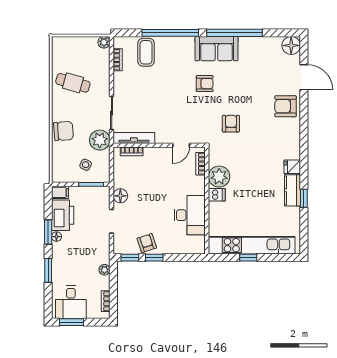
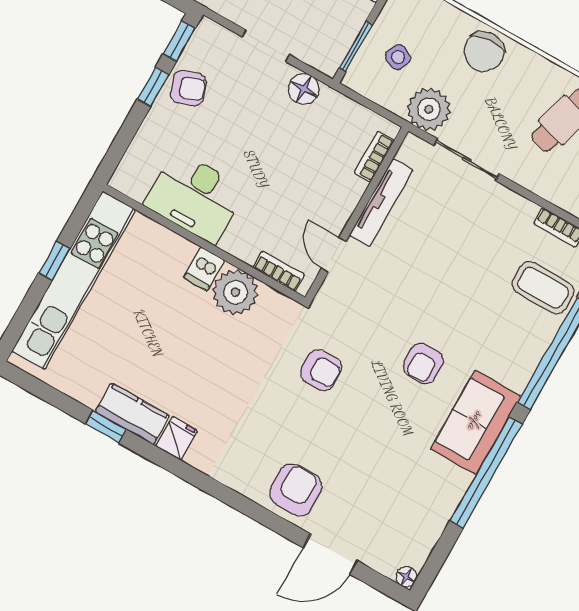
floor lamp: (291, 45) -> (406, 577), width x0.53, depth x0.53
tv unit: (134, 138) -> (381, 203), moved

